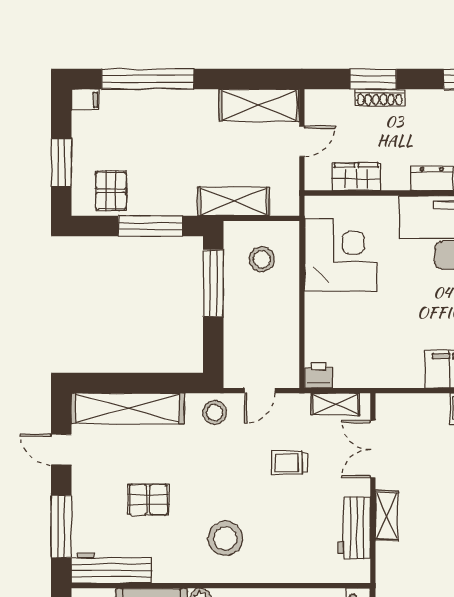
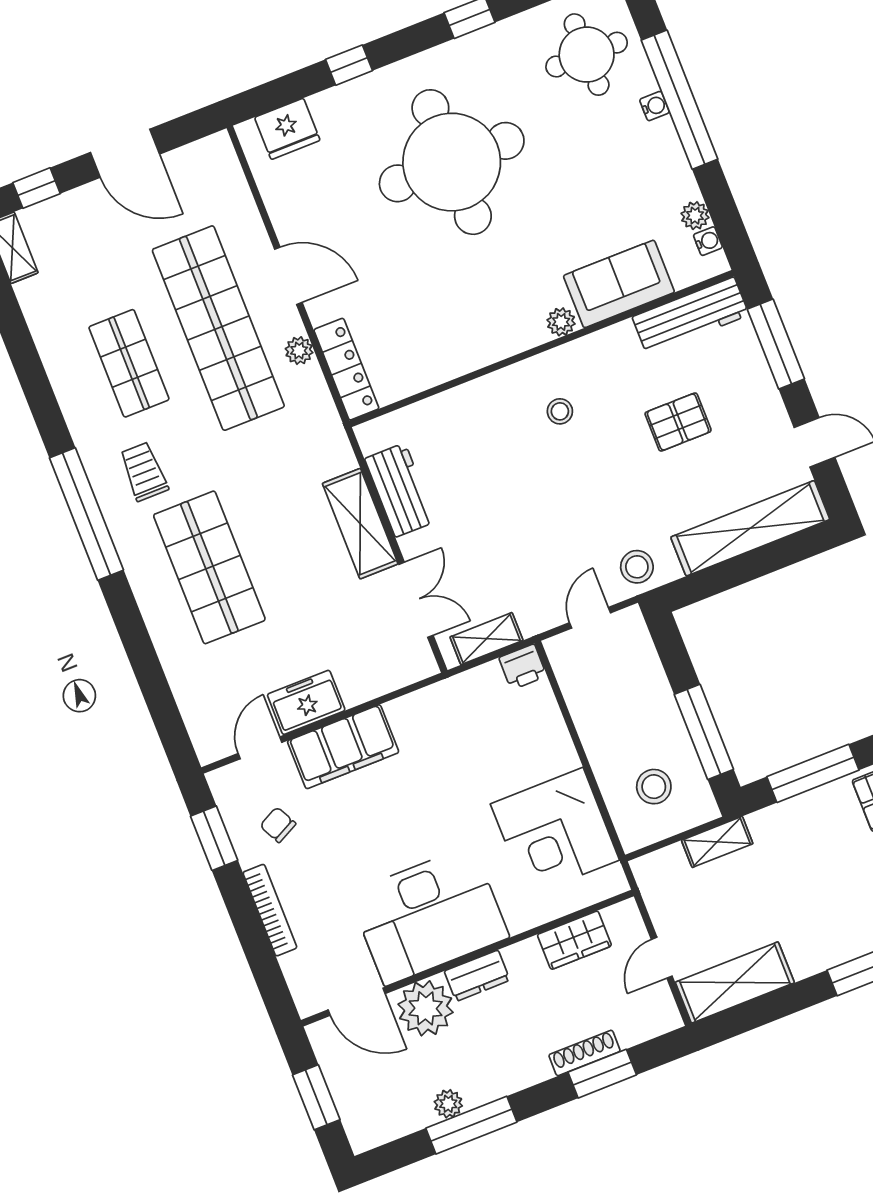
shelving: (234, 201) -> (717, 842), width x0.67, depth x0.75
trolley: (289, 463) -> (516, 540), removed
shelving: (387, 516) -> (360, 524), width x1.50, depth x1.33
stool: (225, 538) -> (560, 411), width x0.53, depth x0.53

